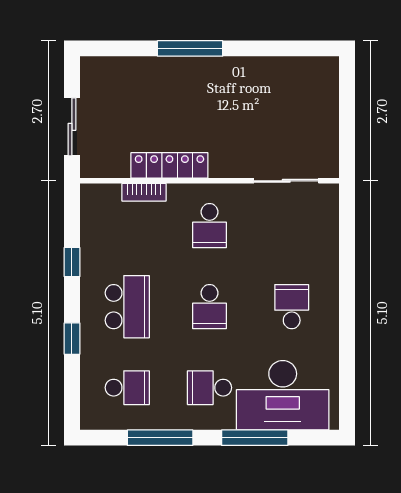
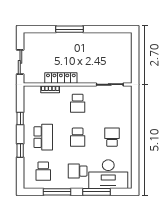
school desk: (127, 388) -> (43, 171), turned 90

